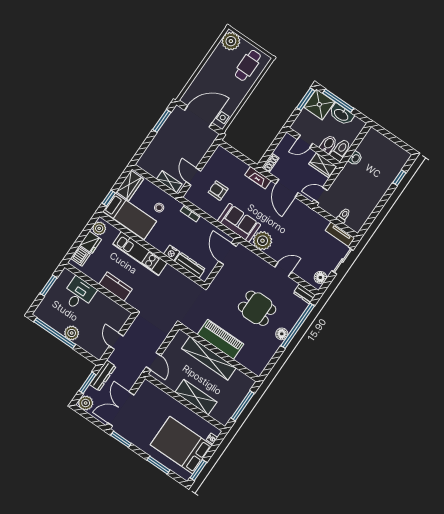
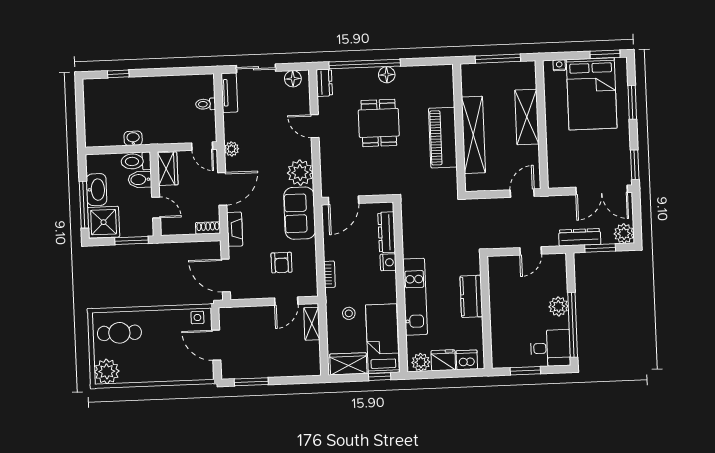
window: (306, 99) -> (131, 241), moved
door: (198, 116) -> (216, 345), width x0.73
door: (235, 152) -> (226, 275), added
plant: (306, 211) -> (232, 149), added
desk: (79, 294) -> (550, 348), moved, turned 180

